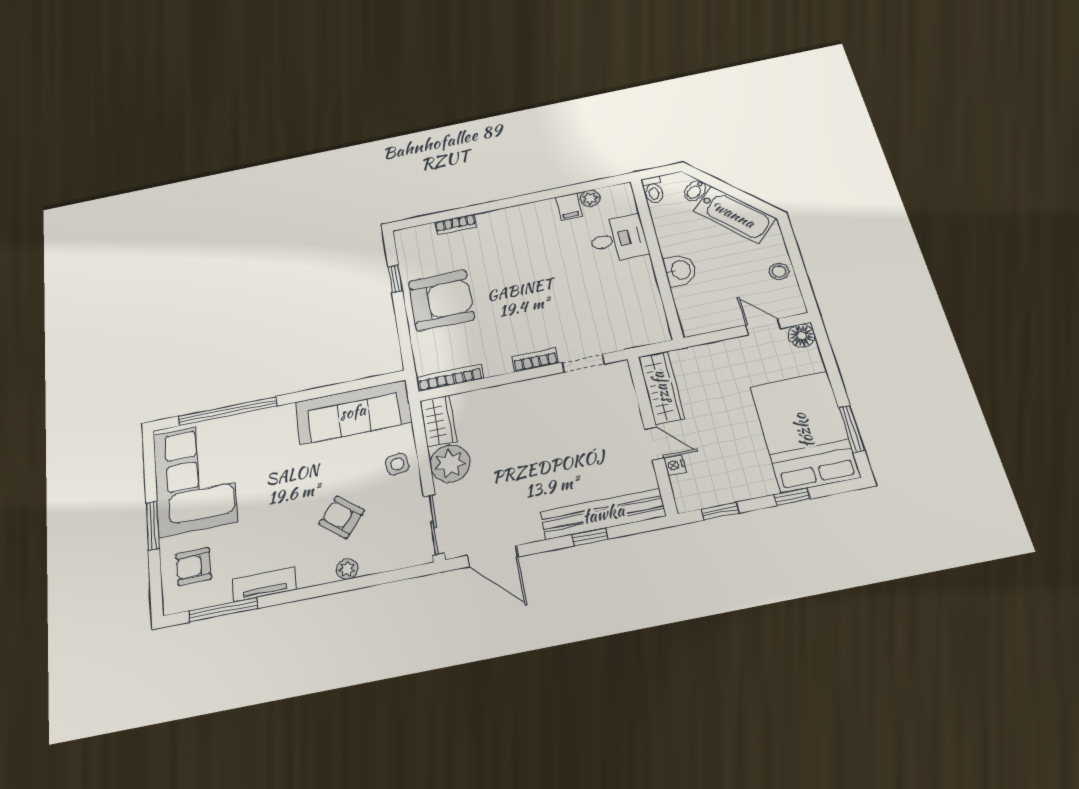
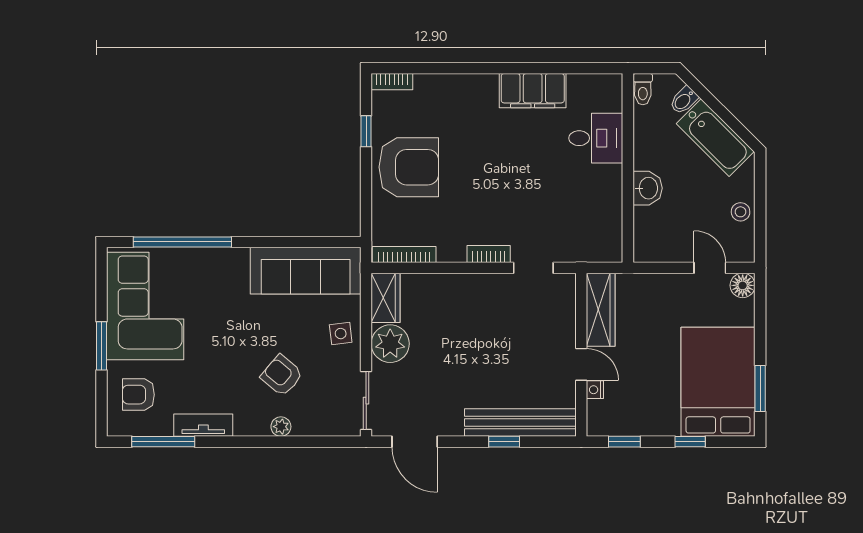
plant: (590, 198) -> (578, 83), removed
filing cabinet: (569, 207) -> (533, 91), width x3.00, depth x1.17
bookcase: (456, 225) -> (392, 82), moved

